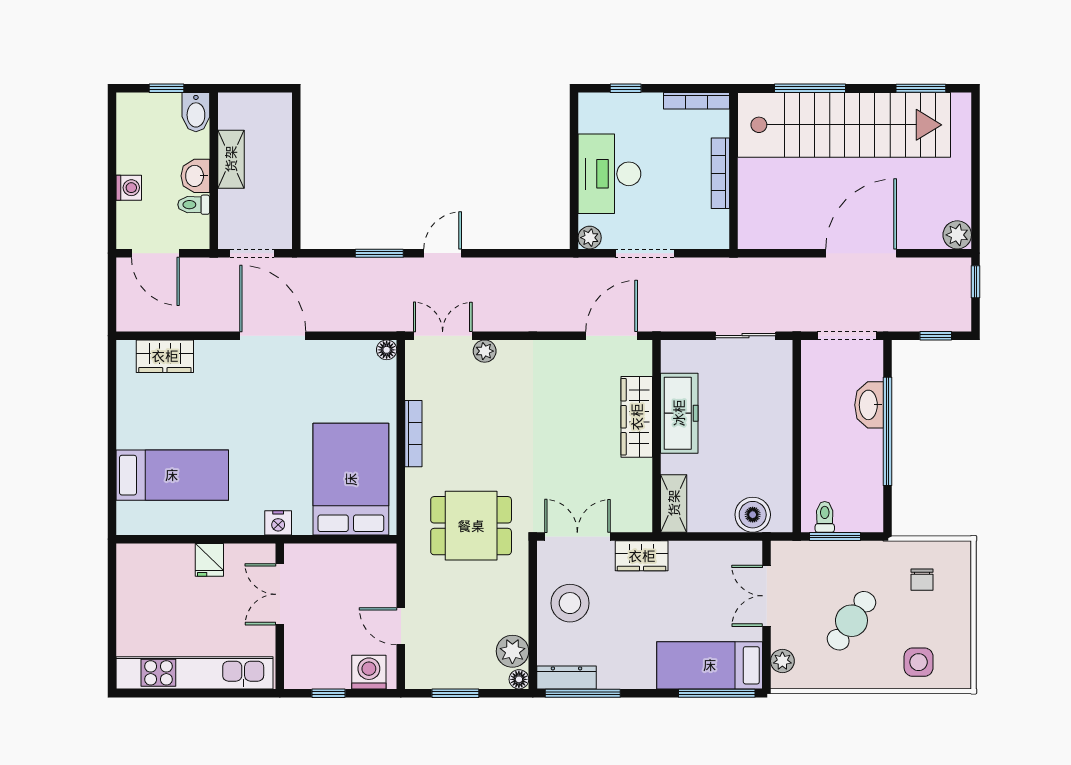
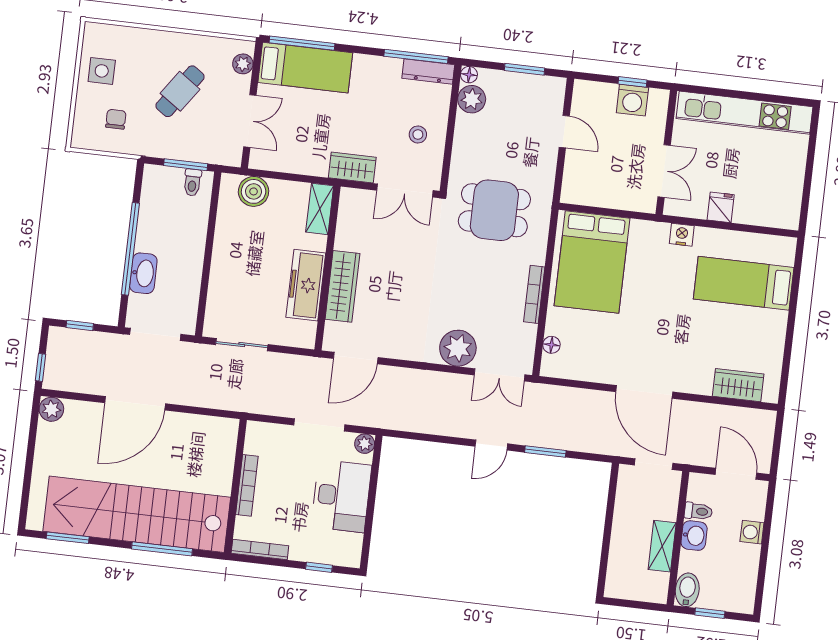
floor lamp: (387, 350) -> (551, 345), moved
plant: (485, 351) -> (458, 348), width x1.88, depth x1.88
nightstand: (278, 523) -> (682, 235), moved
stool: (570, 603) -> (418, 134), width x0.53, depth x0.53
side table: (919, 662) -> (102, 71), moved
washing machine: (369, 672) -> (632, 100), moved

